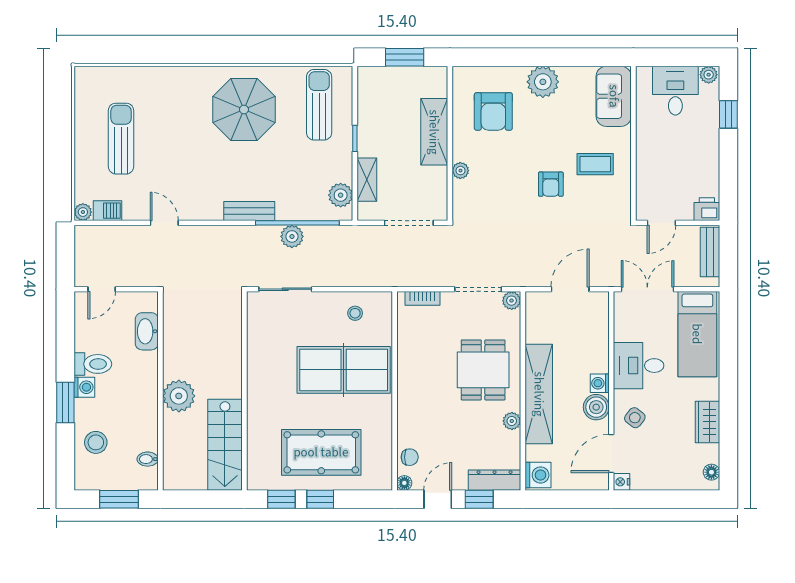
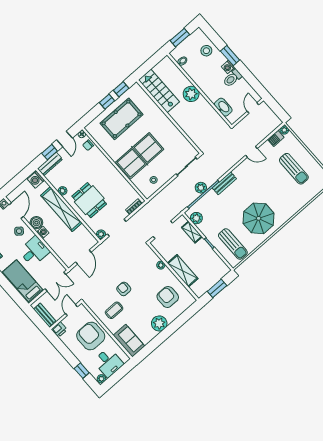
armchair: (667, 156) -> (91, 336), added

